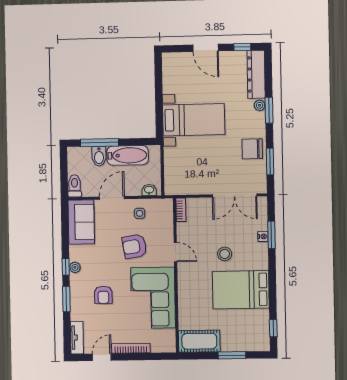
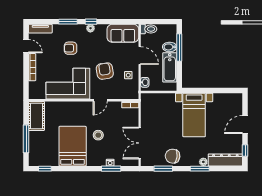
chair: (252, 149) -> (173, 156), turned -82
window: (232, 355) -> (26, 139), width x1.44

